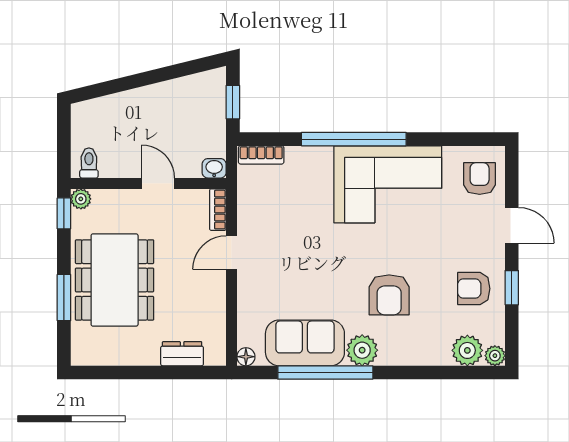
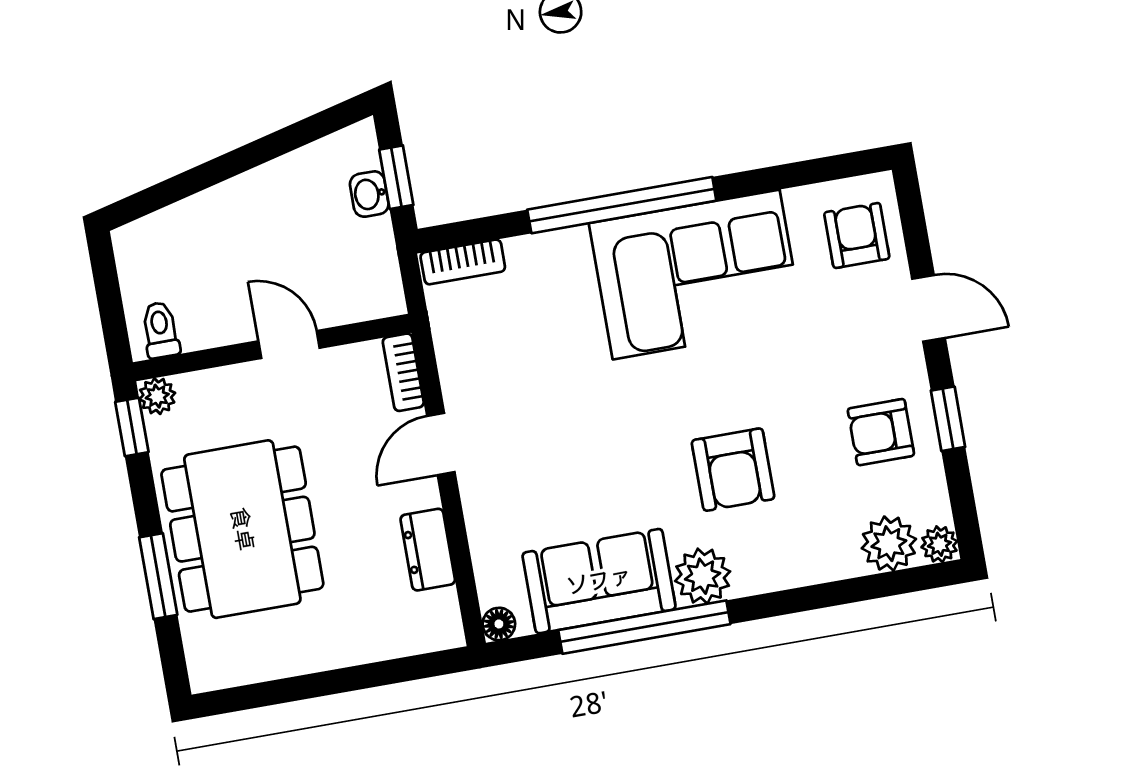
washbasin: (214, 168) -> (369, 194), moved, turned -90
dresser: (182, 354) -> (428, 550), moved, turned -90

